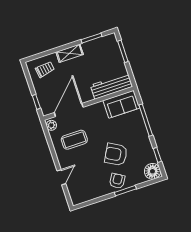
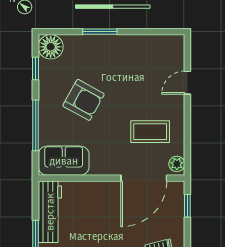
workbench: (111, 86) -> (50, 212), moved, turned -90
armchair: (116, 154) -> (84, 100), moved
armchair: (117, 181) -> (107, 50), removed

